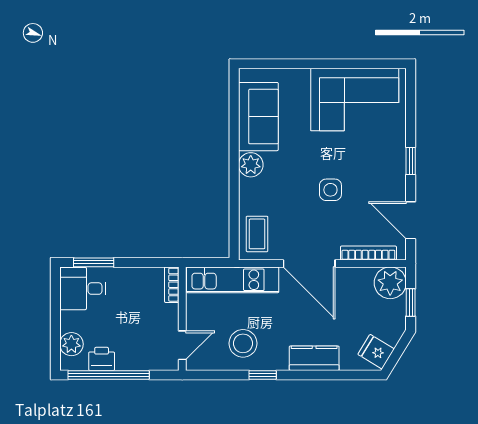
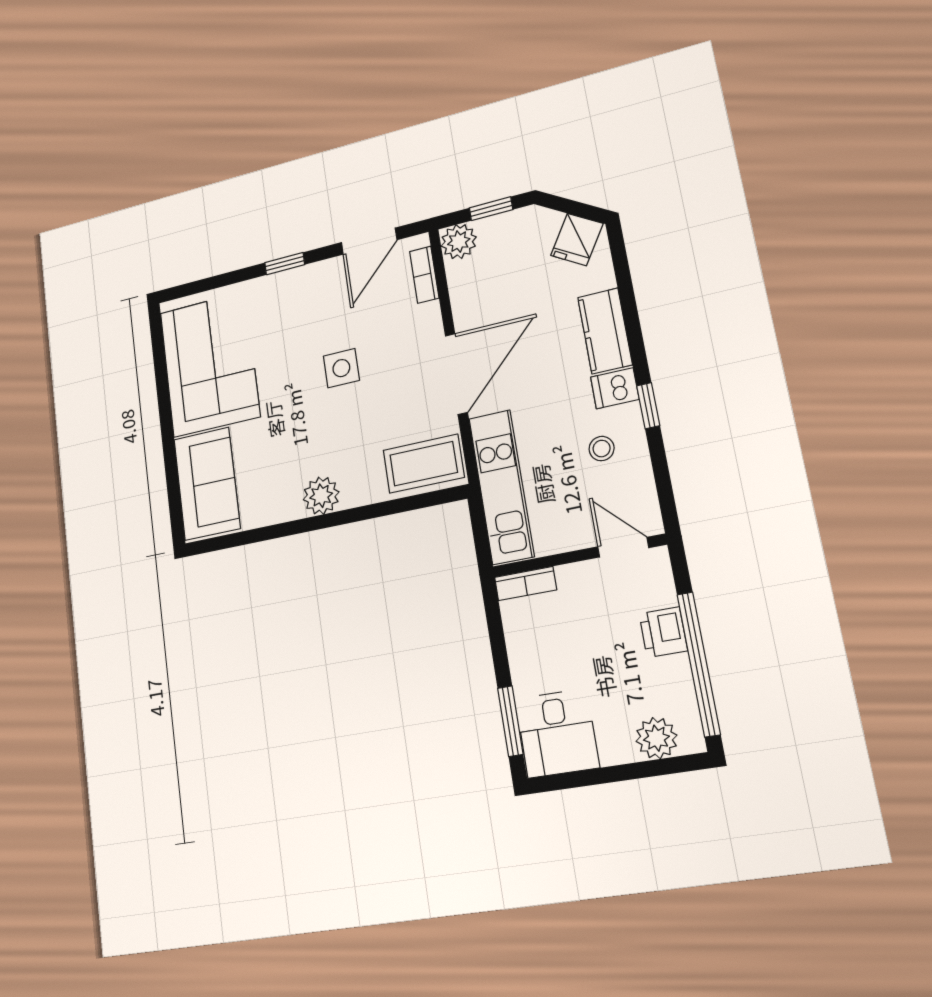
sofa: (258, 117) -> (207, 484), moved, turned 90
coffee table: (257, 234) -> (424, 464), width x1.36, depth x1.30
bookcase: (368, 253) -> (424, 275), width x0.64
plant: (390, 283) -> (459, 242), width x0.73, depth x0.73
stool: (243, 343) -> (602, 449), width x0.53, depth x0.53
dishwasher: (278, 358) -> (615, 388), added
printer: (102, 359) -> (663, 632), moved

